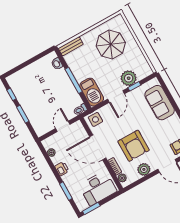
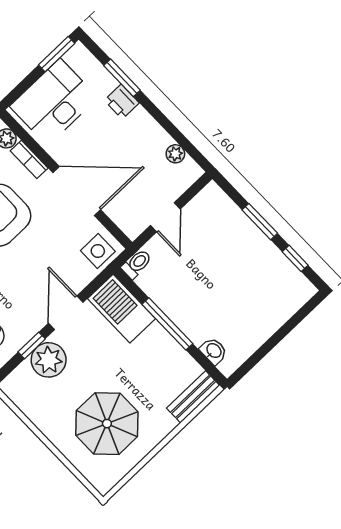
printer: (62, 169) -> (122, 102), moved

